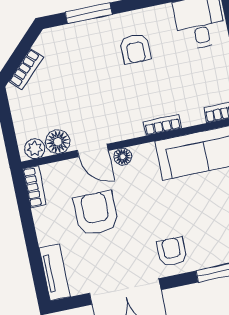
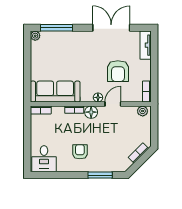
floor lamp: (58, 142) -> (91, 112), moved
door: (93, 150) -> (113, 104), hinge flipped
armchair: (172, 252) -> (83, 43), removed

